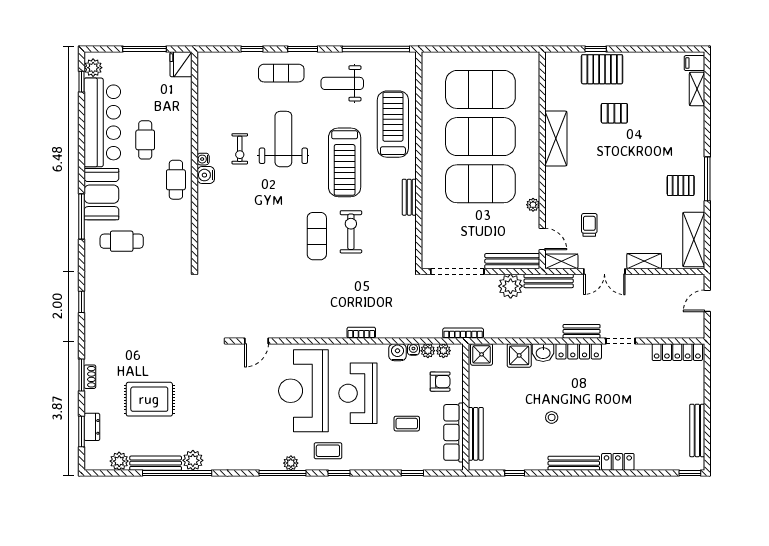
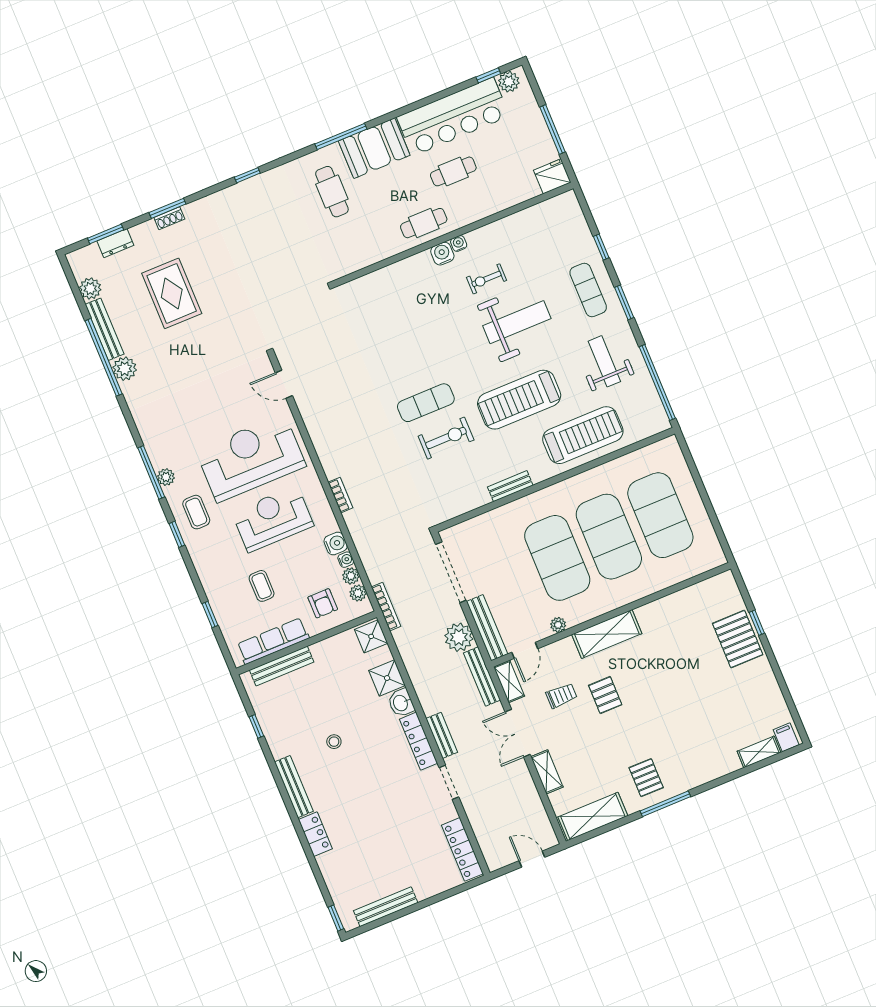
pallet: (614, 113) -> (605, 695), moved
shelving: (556, 139) -> (607, 634), moved

